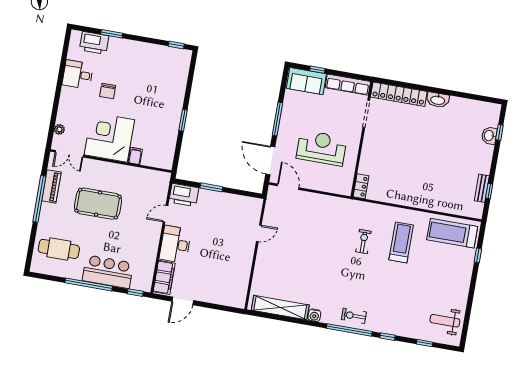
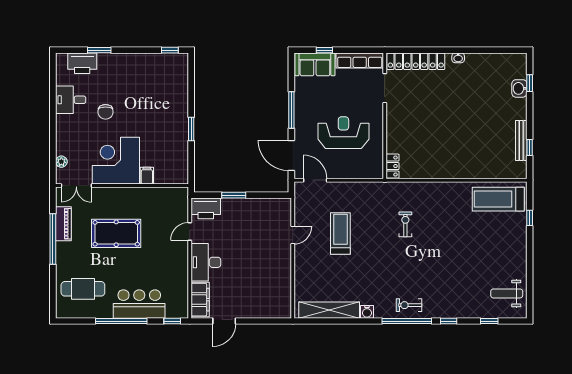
washbasin: (438, 100) -> (458, 58), width x0.52, depth x0.69
bench: (482, 188) -> (521, 140), width x1.36
treadmill: (401, 242) -> (340, 233), moved

